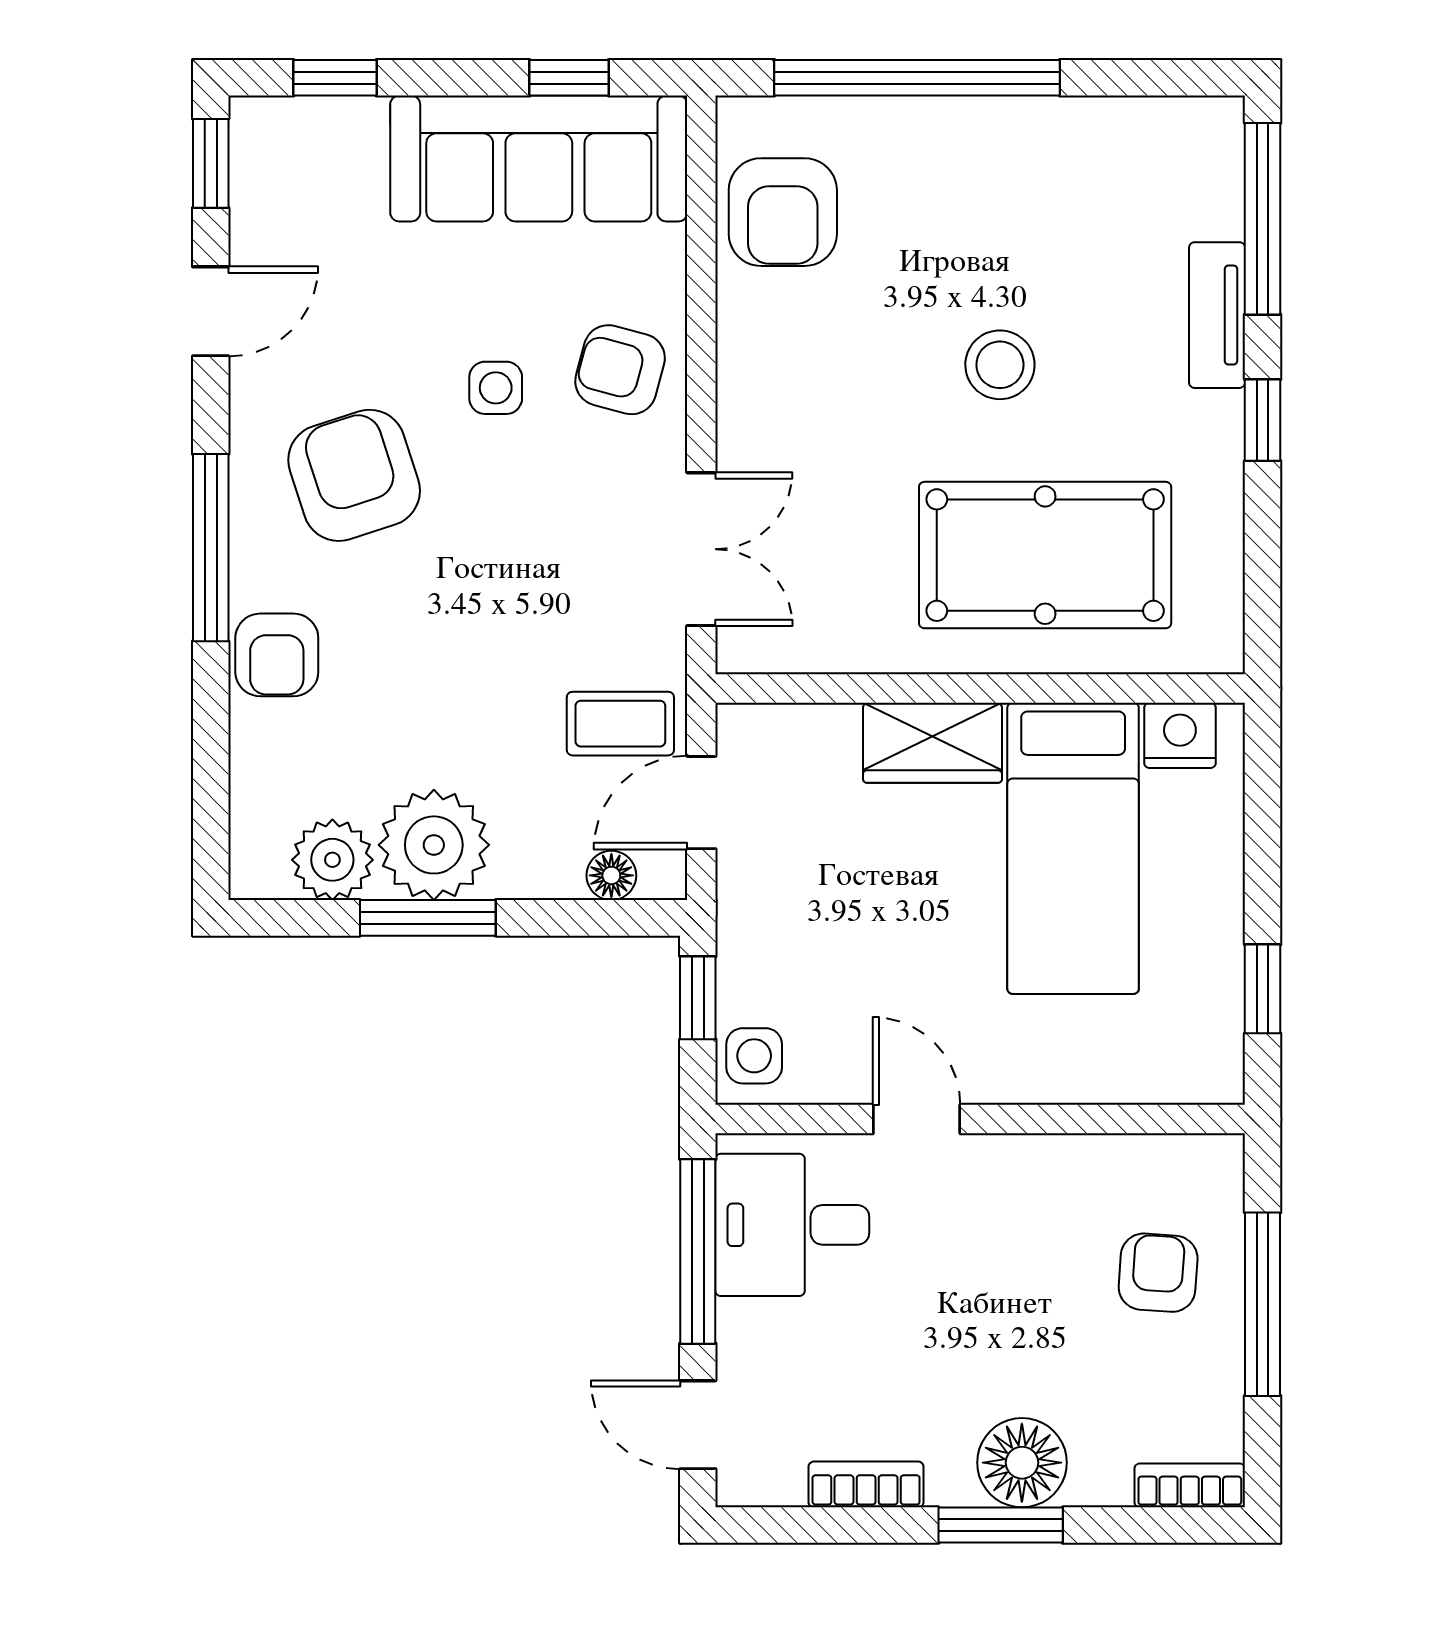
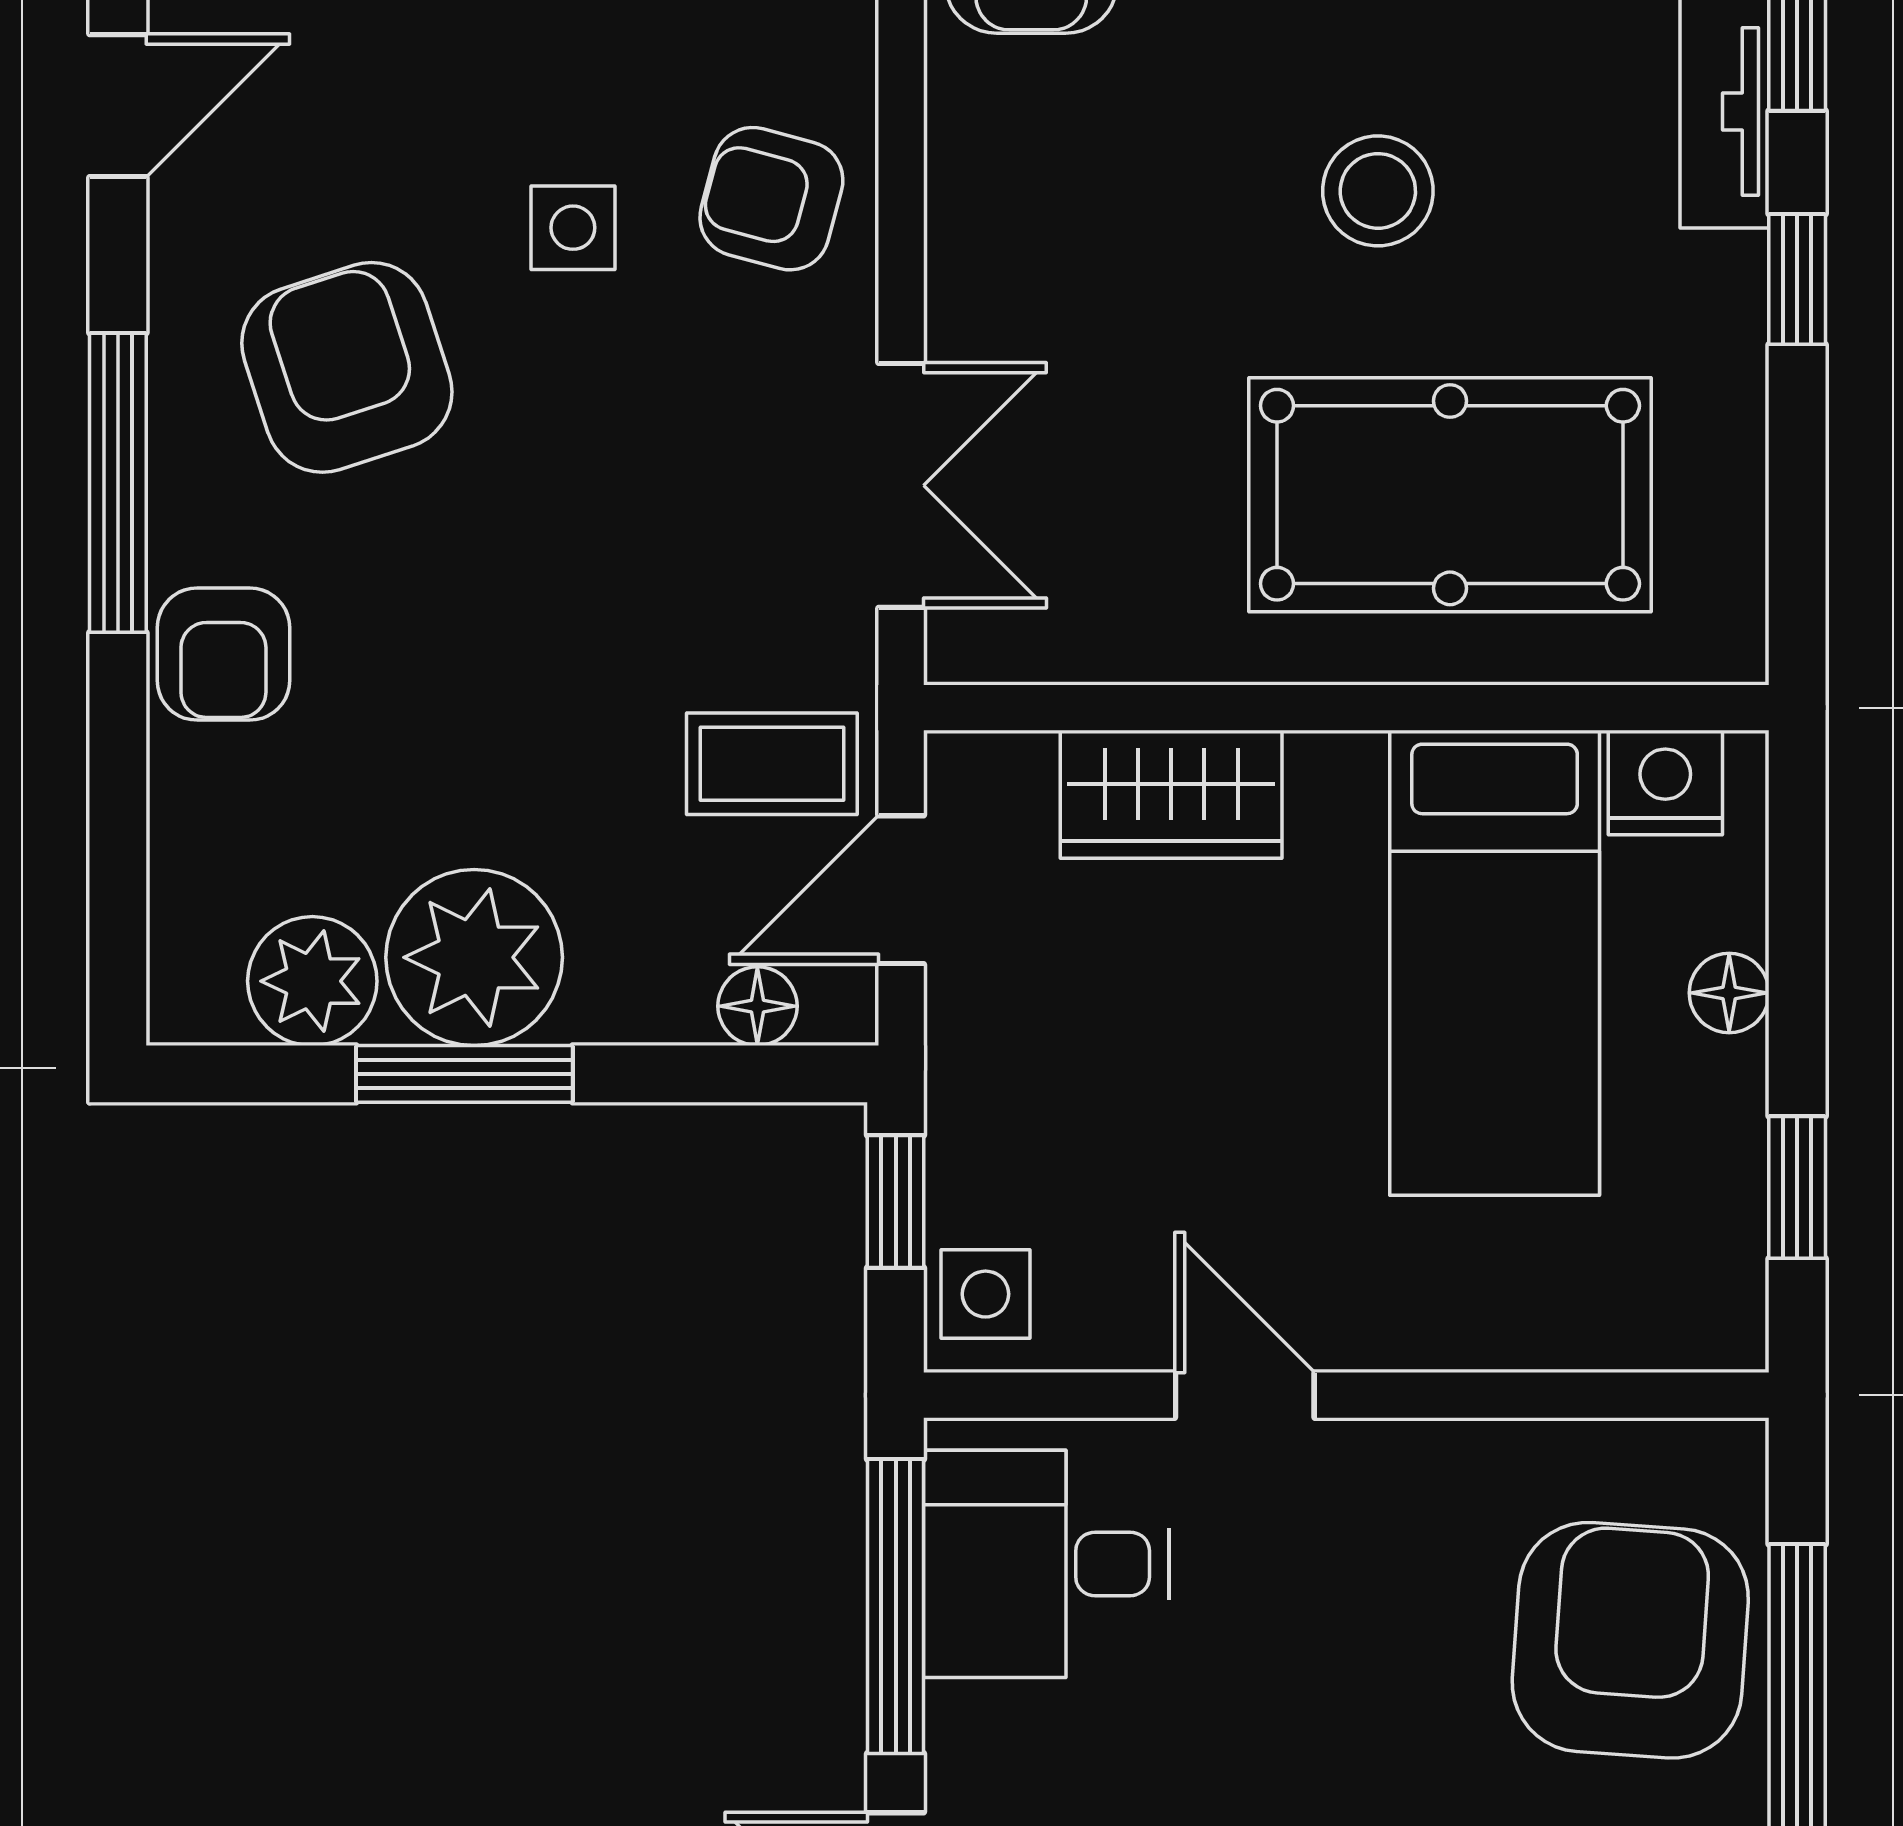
wardrobe: (932, 743) -> (1171, 794), moved
floor lamp: (1220, 867) -> (1729, 993), added
armchair: (1158, 1273) -> (1630, 1640), width x1.88, depth x1.88

